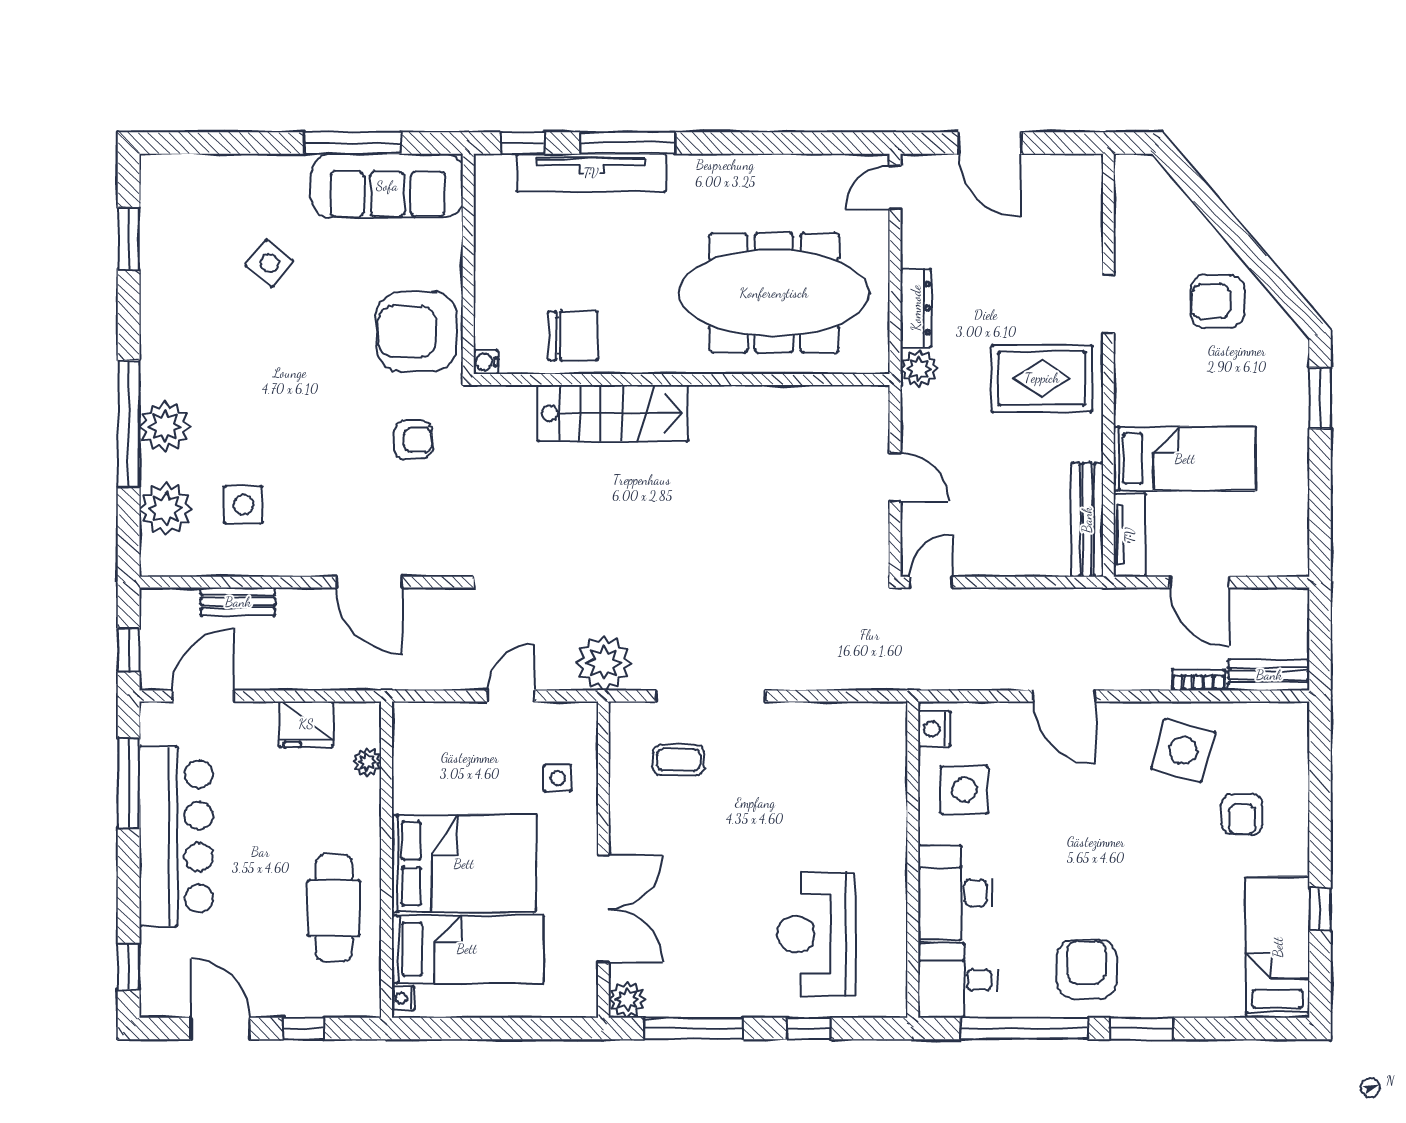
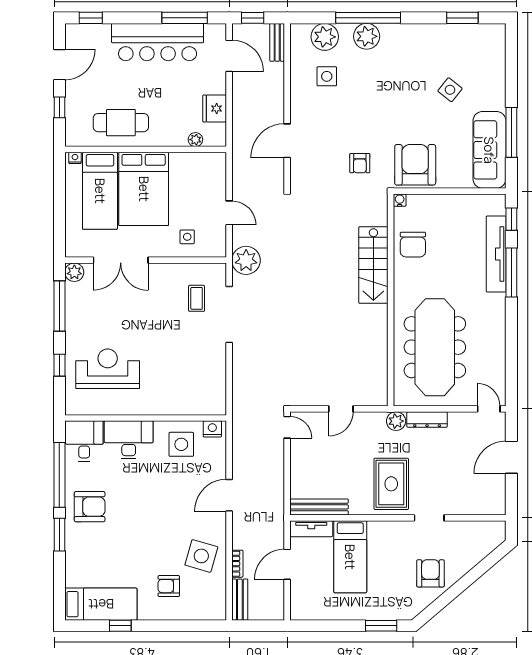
bench: (238, 602) -> (277, 42), moved

